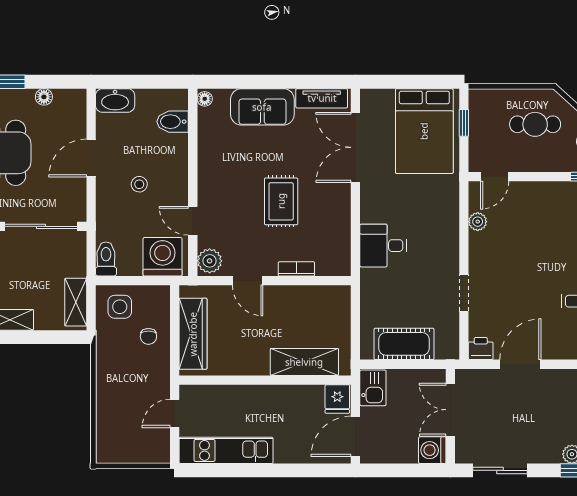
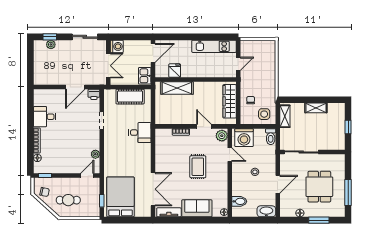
rug: (281, 201) -> (198, 167), moved
desk: (383, 246) -> (140, 133), moved
fridge: (337, 399) -> (175, 71), moved

